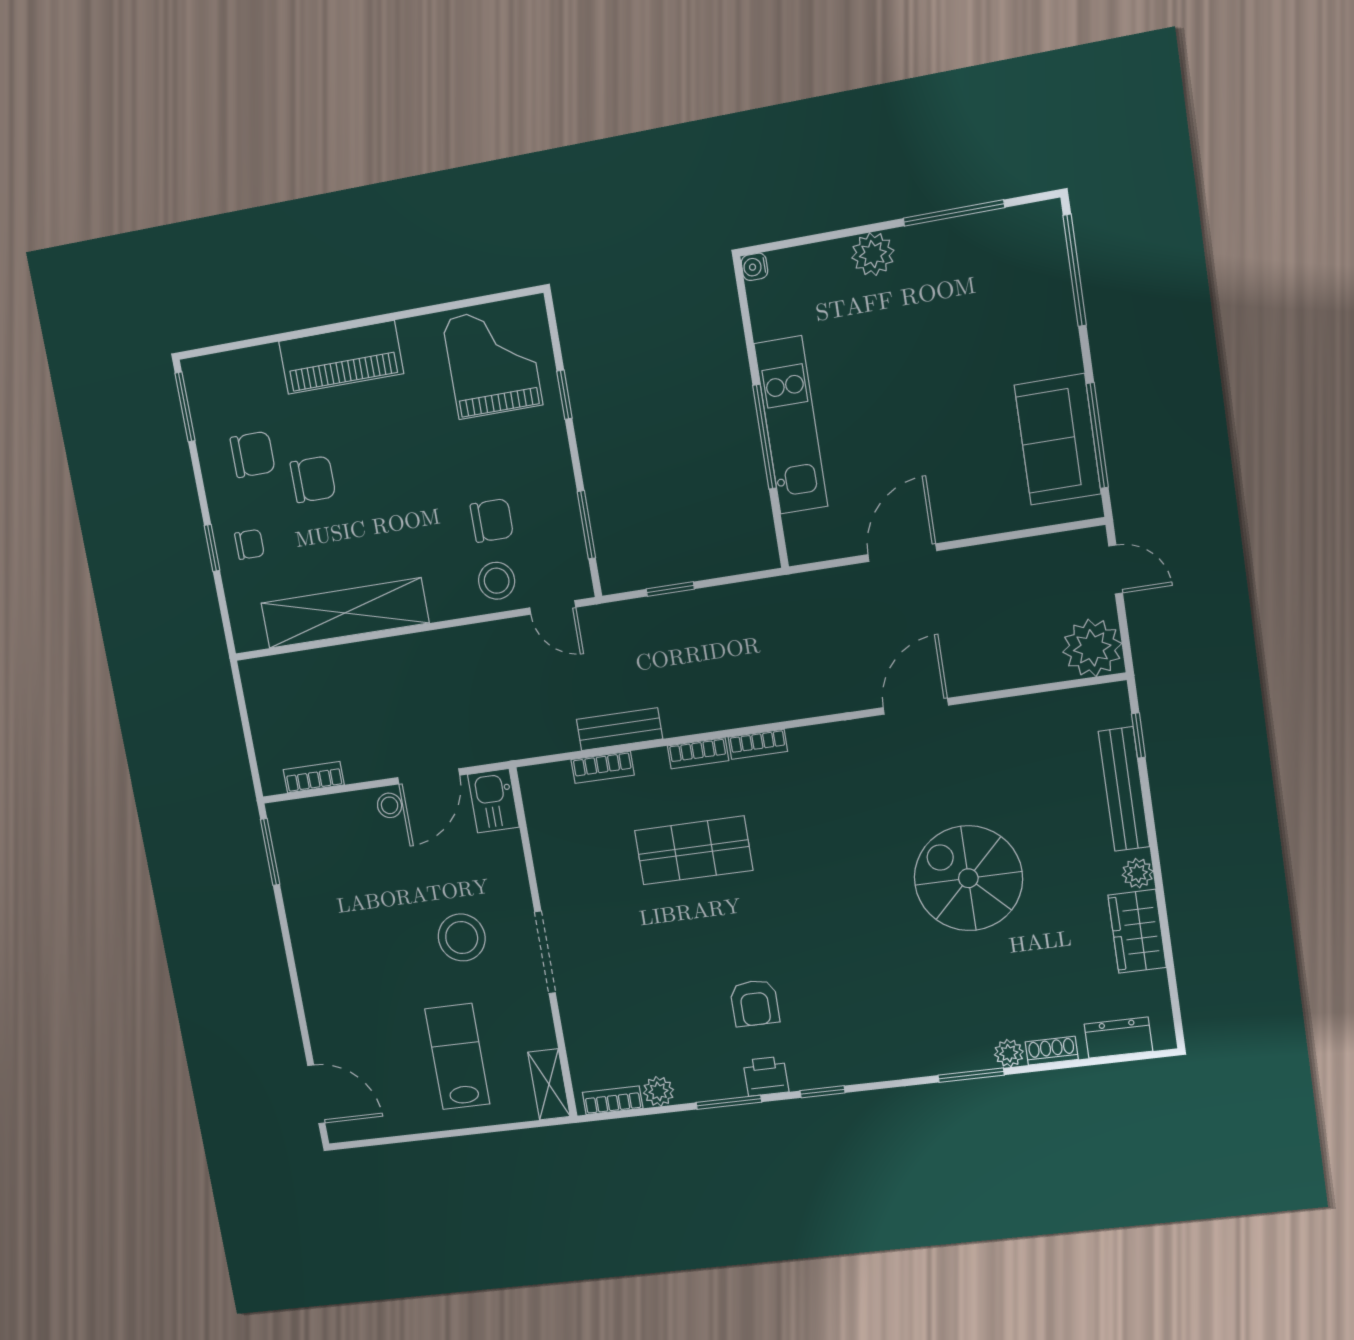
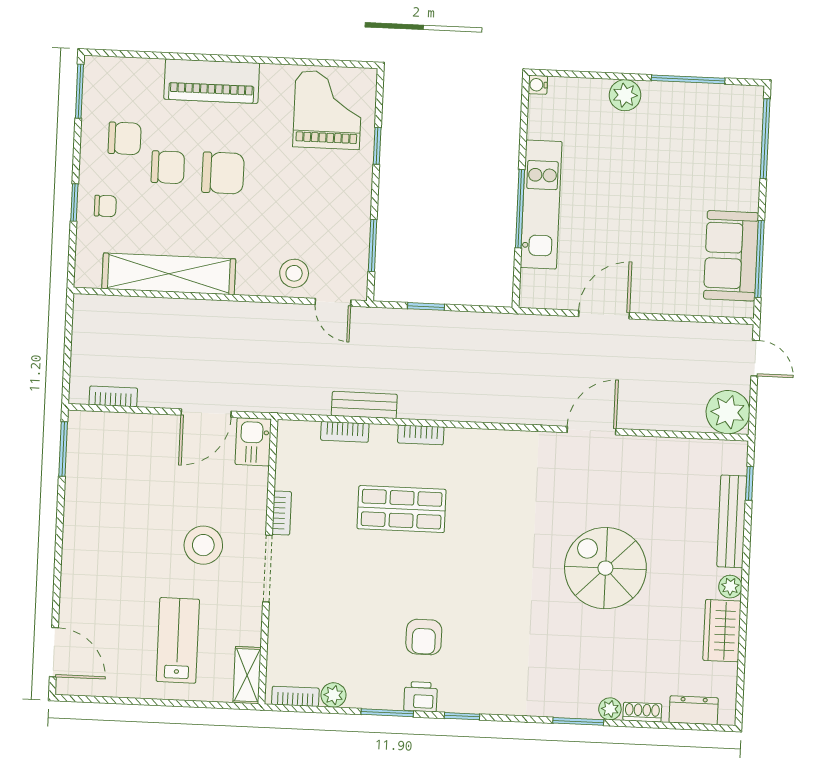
chair: (492, 520) -> (223, 173), moved, width x1.37, depth x1.37
bookcase: (758, 744) -> (282, 513), moved, turned -90
stool: (390, 805) -> (169, 430), removed

